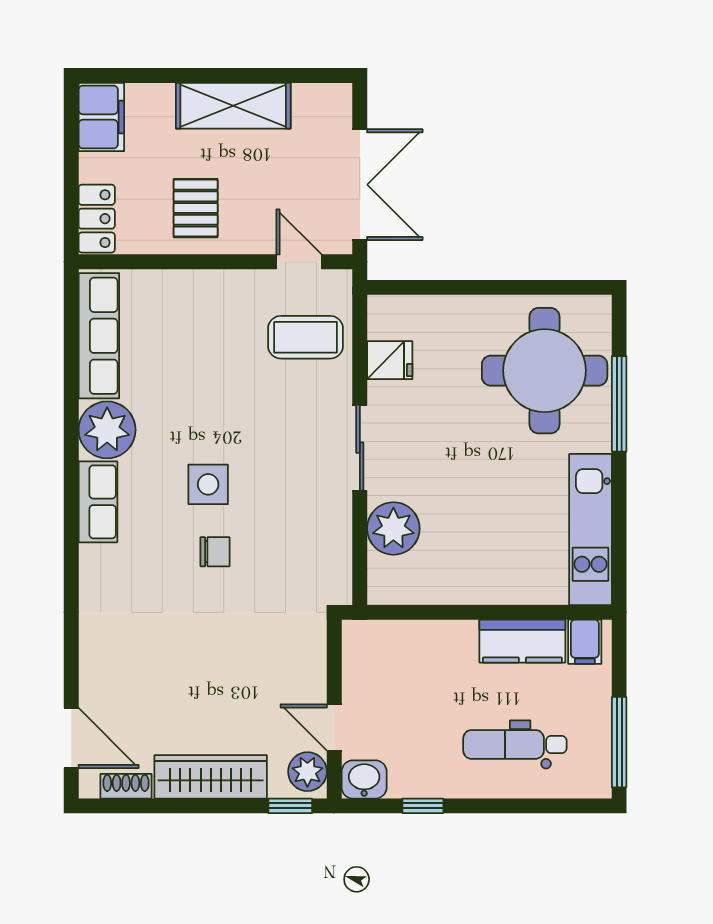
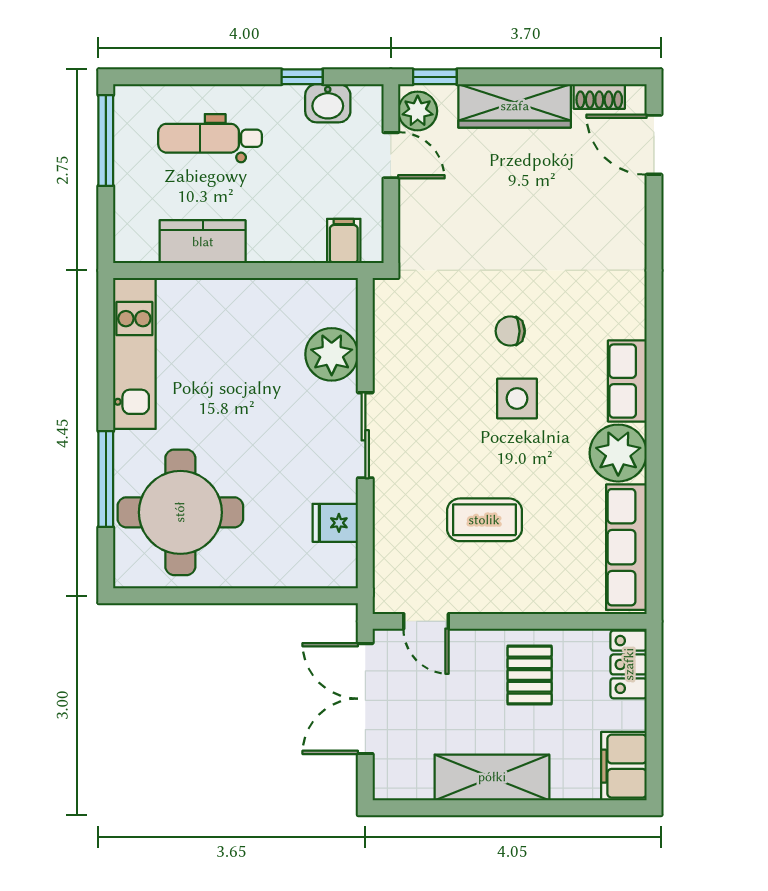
coffee table: (306, 337) -> (484, 520), moved
filing cabinet: (585, 642) -> (344, 241), moved
dental chair: (515, 744) -> (210, 138), turned 180
washbasin: (364, 779) -> (328, 103), moved

